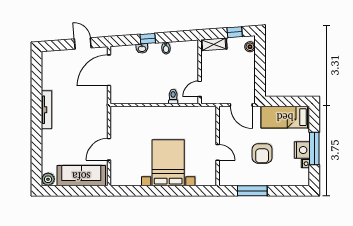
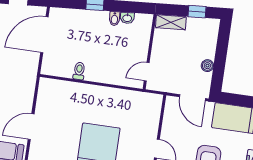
boiler: (250, 47) -> (207, 66), moved
washbasin: (142, 49) -> (127, 18), moved
toilet: (173, 96) -> (79, 71), moved

